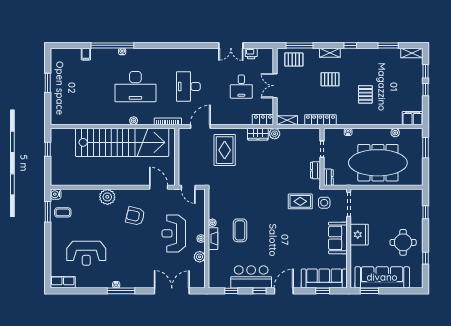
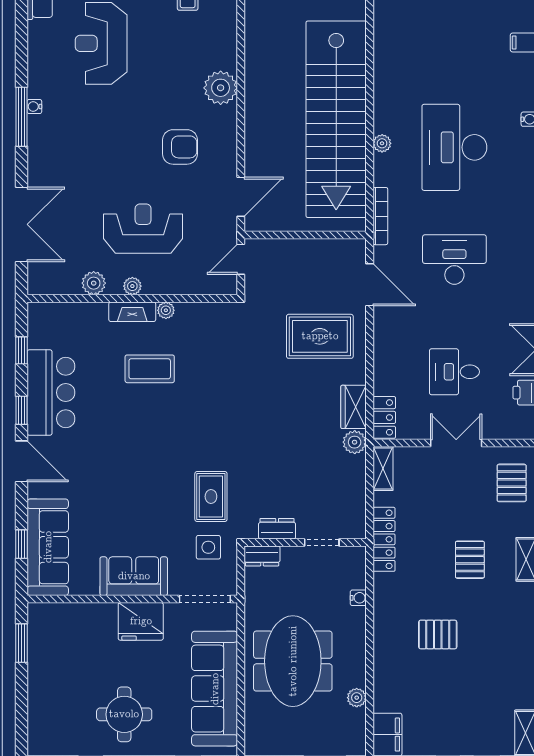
meeting table: (378, 163) -> (293, 661), width x0.73
armchair: (135, 216) -> (180, 147), turned 77
sofa: (382, 277) -> (215, 689), moved, turned 180

